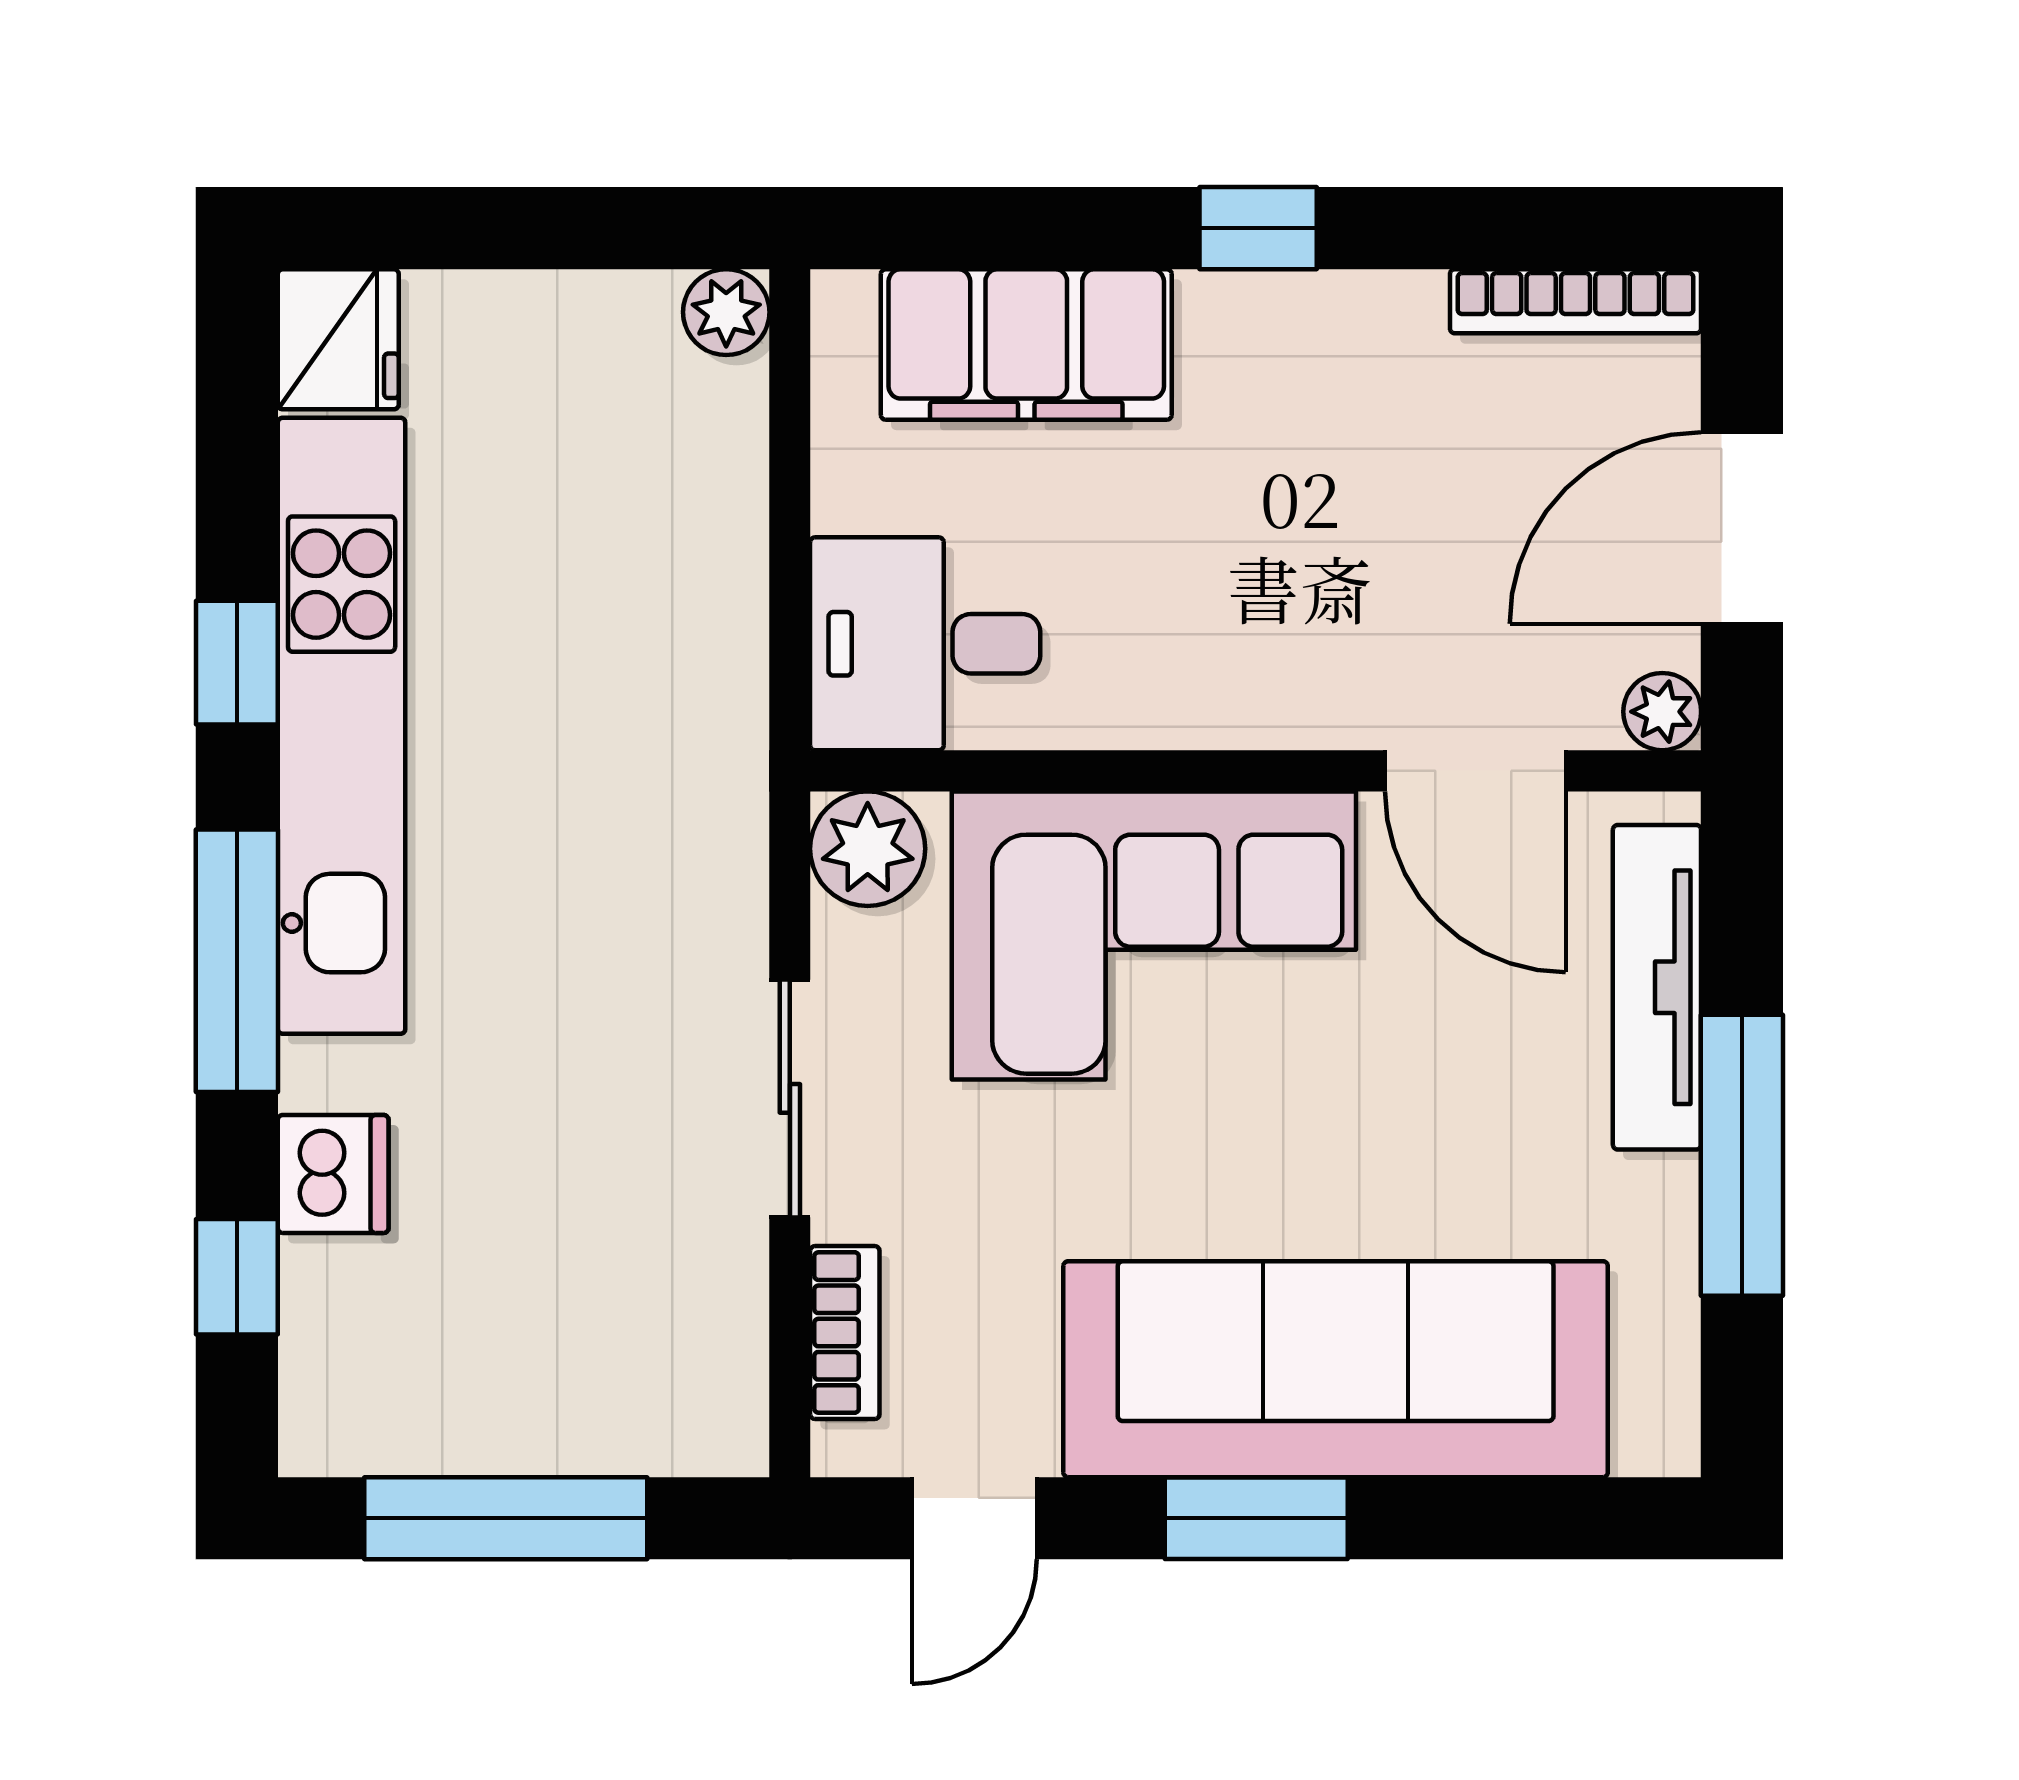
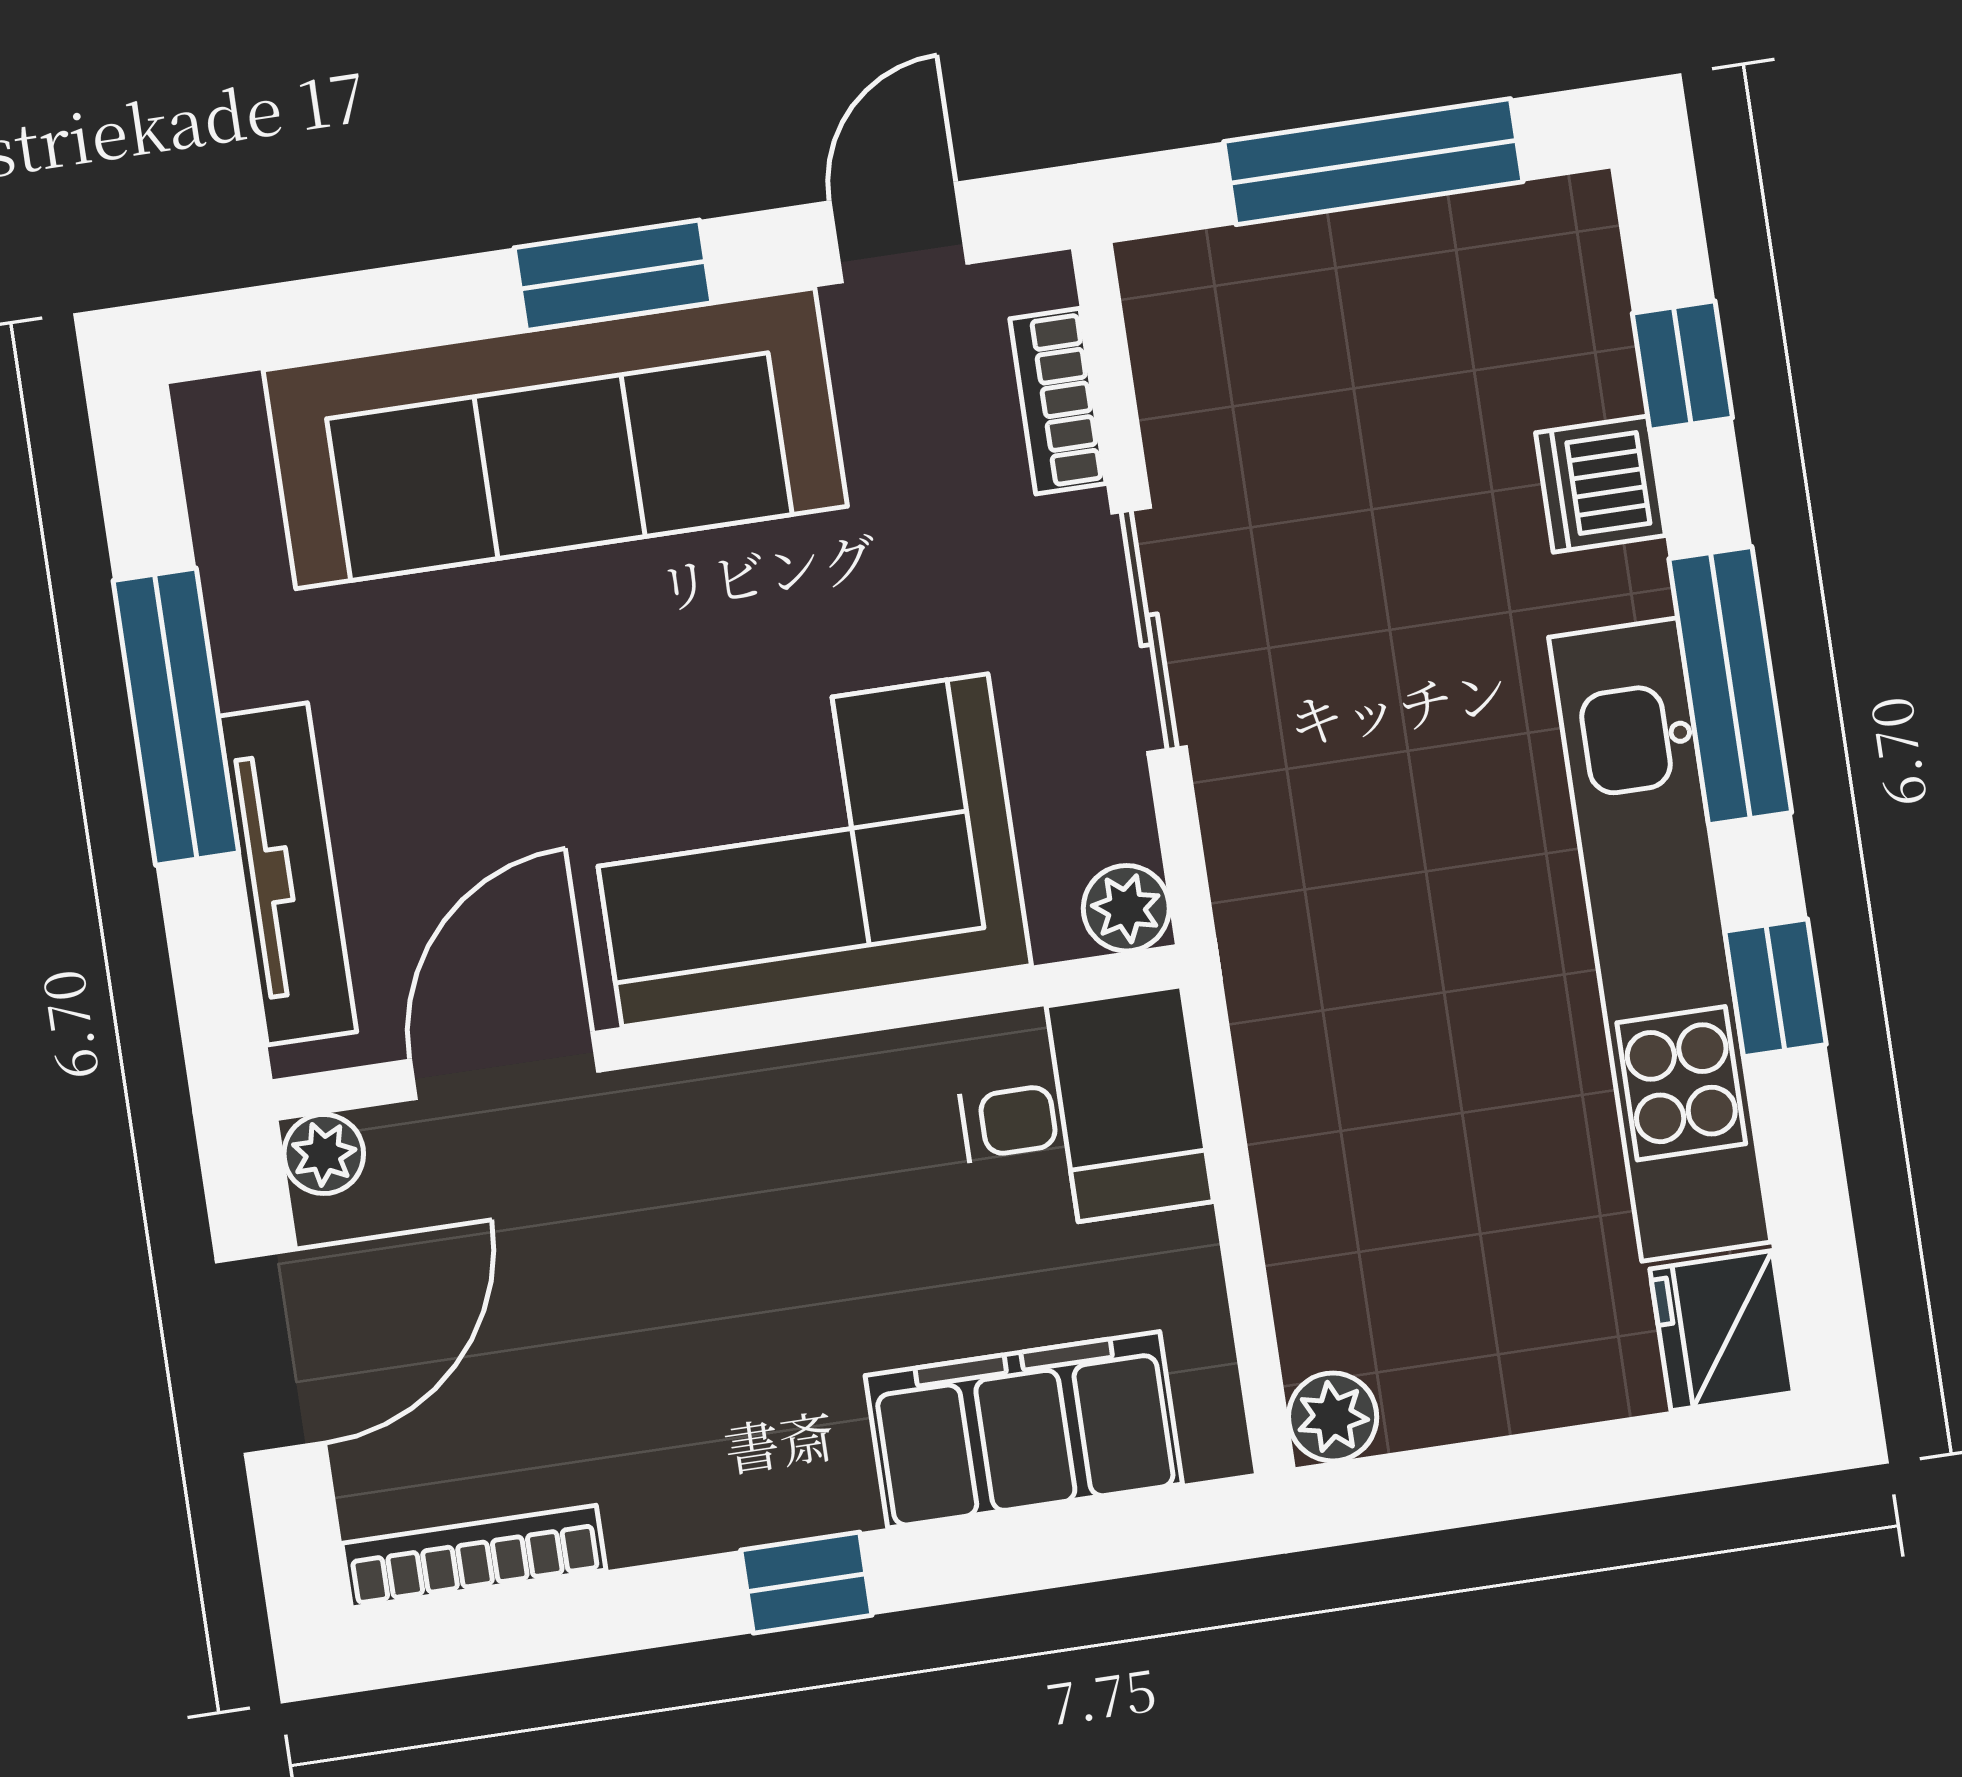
door: (1475, 771) -> (504, 1066), hinge flipped
plant: (868, 849) -> (1126, 908), width x0.73, depth x0.73

